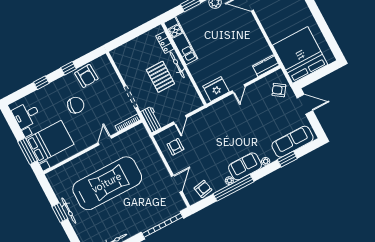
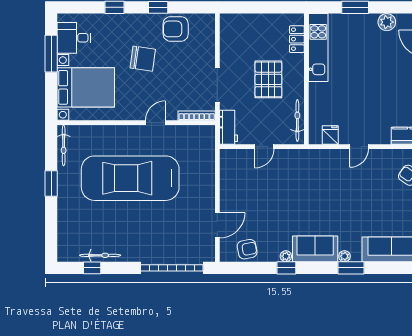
bicycle: (177, 65) -> (297, 120), moved
armchair: (86, 76) -> (176, 29), turned 93
fridge: (216, 89) -> (330, 135), width x0.53, depth x0.75
armchair: (175, 147) -> (241, 178), removed
window: (27, 151) -> (51, 54), moved
window: (287, 159) -> (351, 268), moved
car: (107, 183) -> (130, 178), turned 180
window: (233, 188) -> (286, 268), width x0.32
bicycle: (69, 211) -> (64, 145), moved

